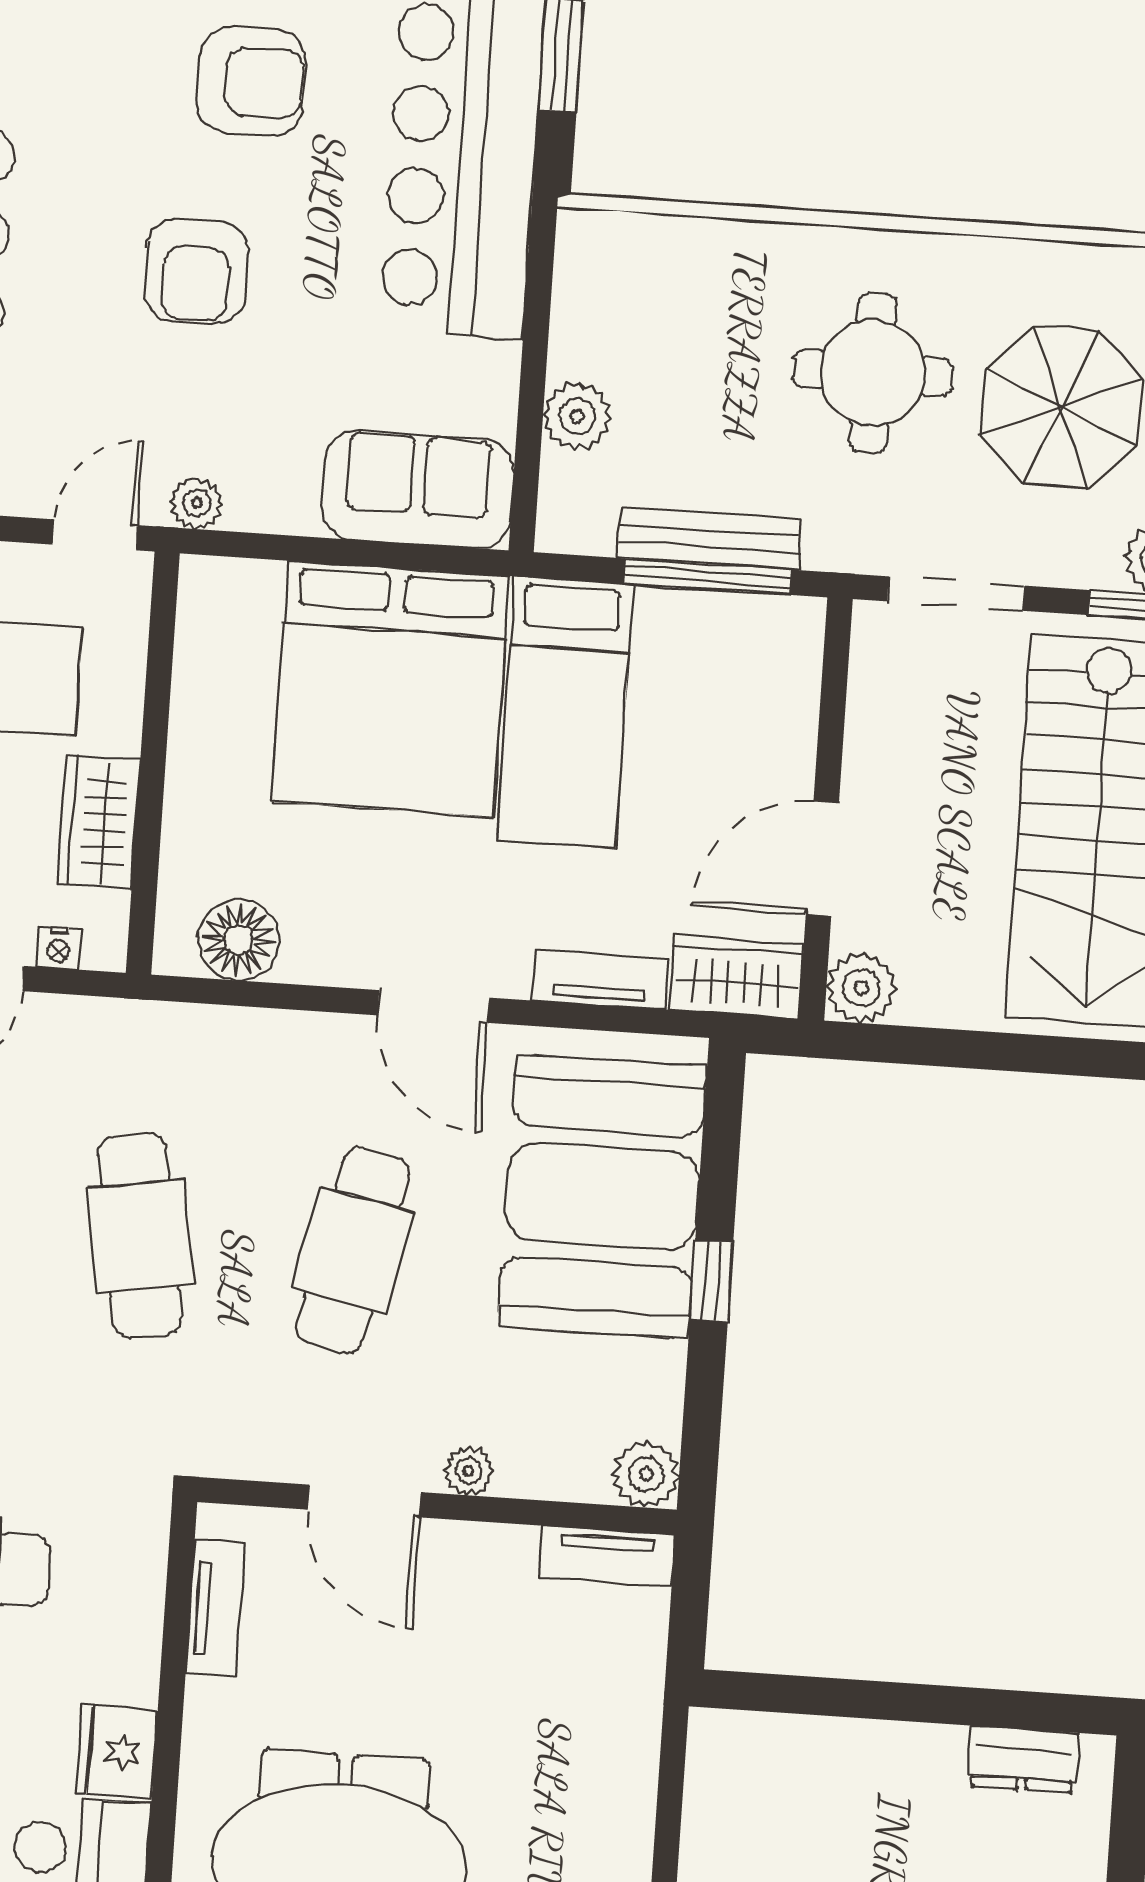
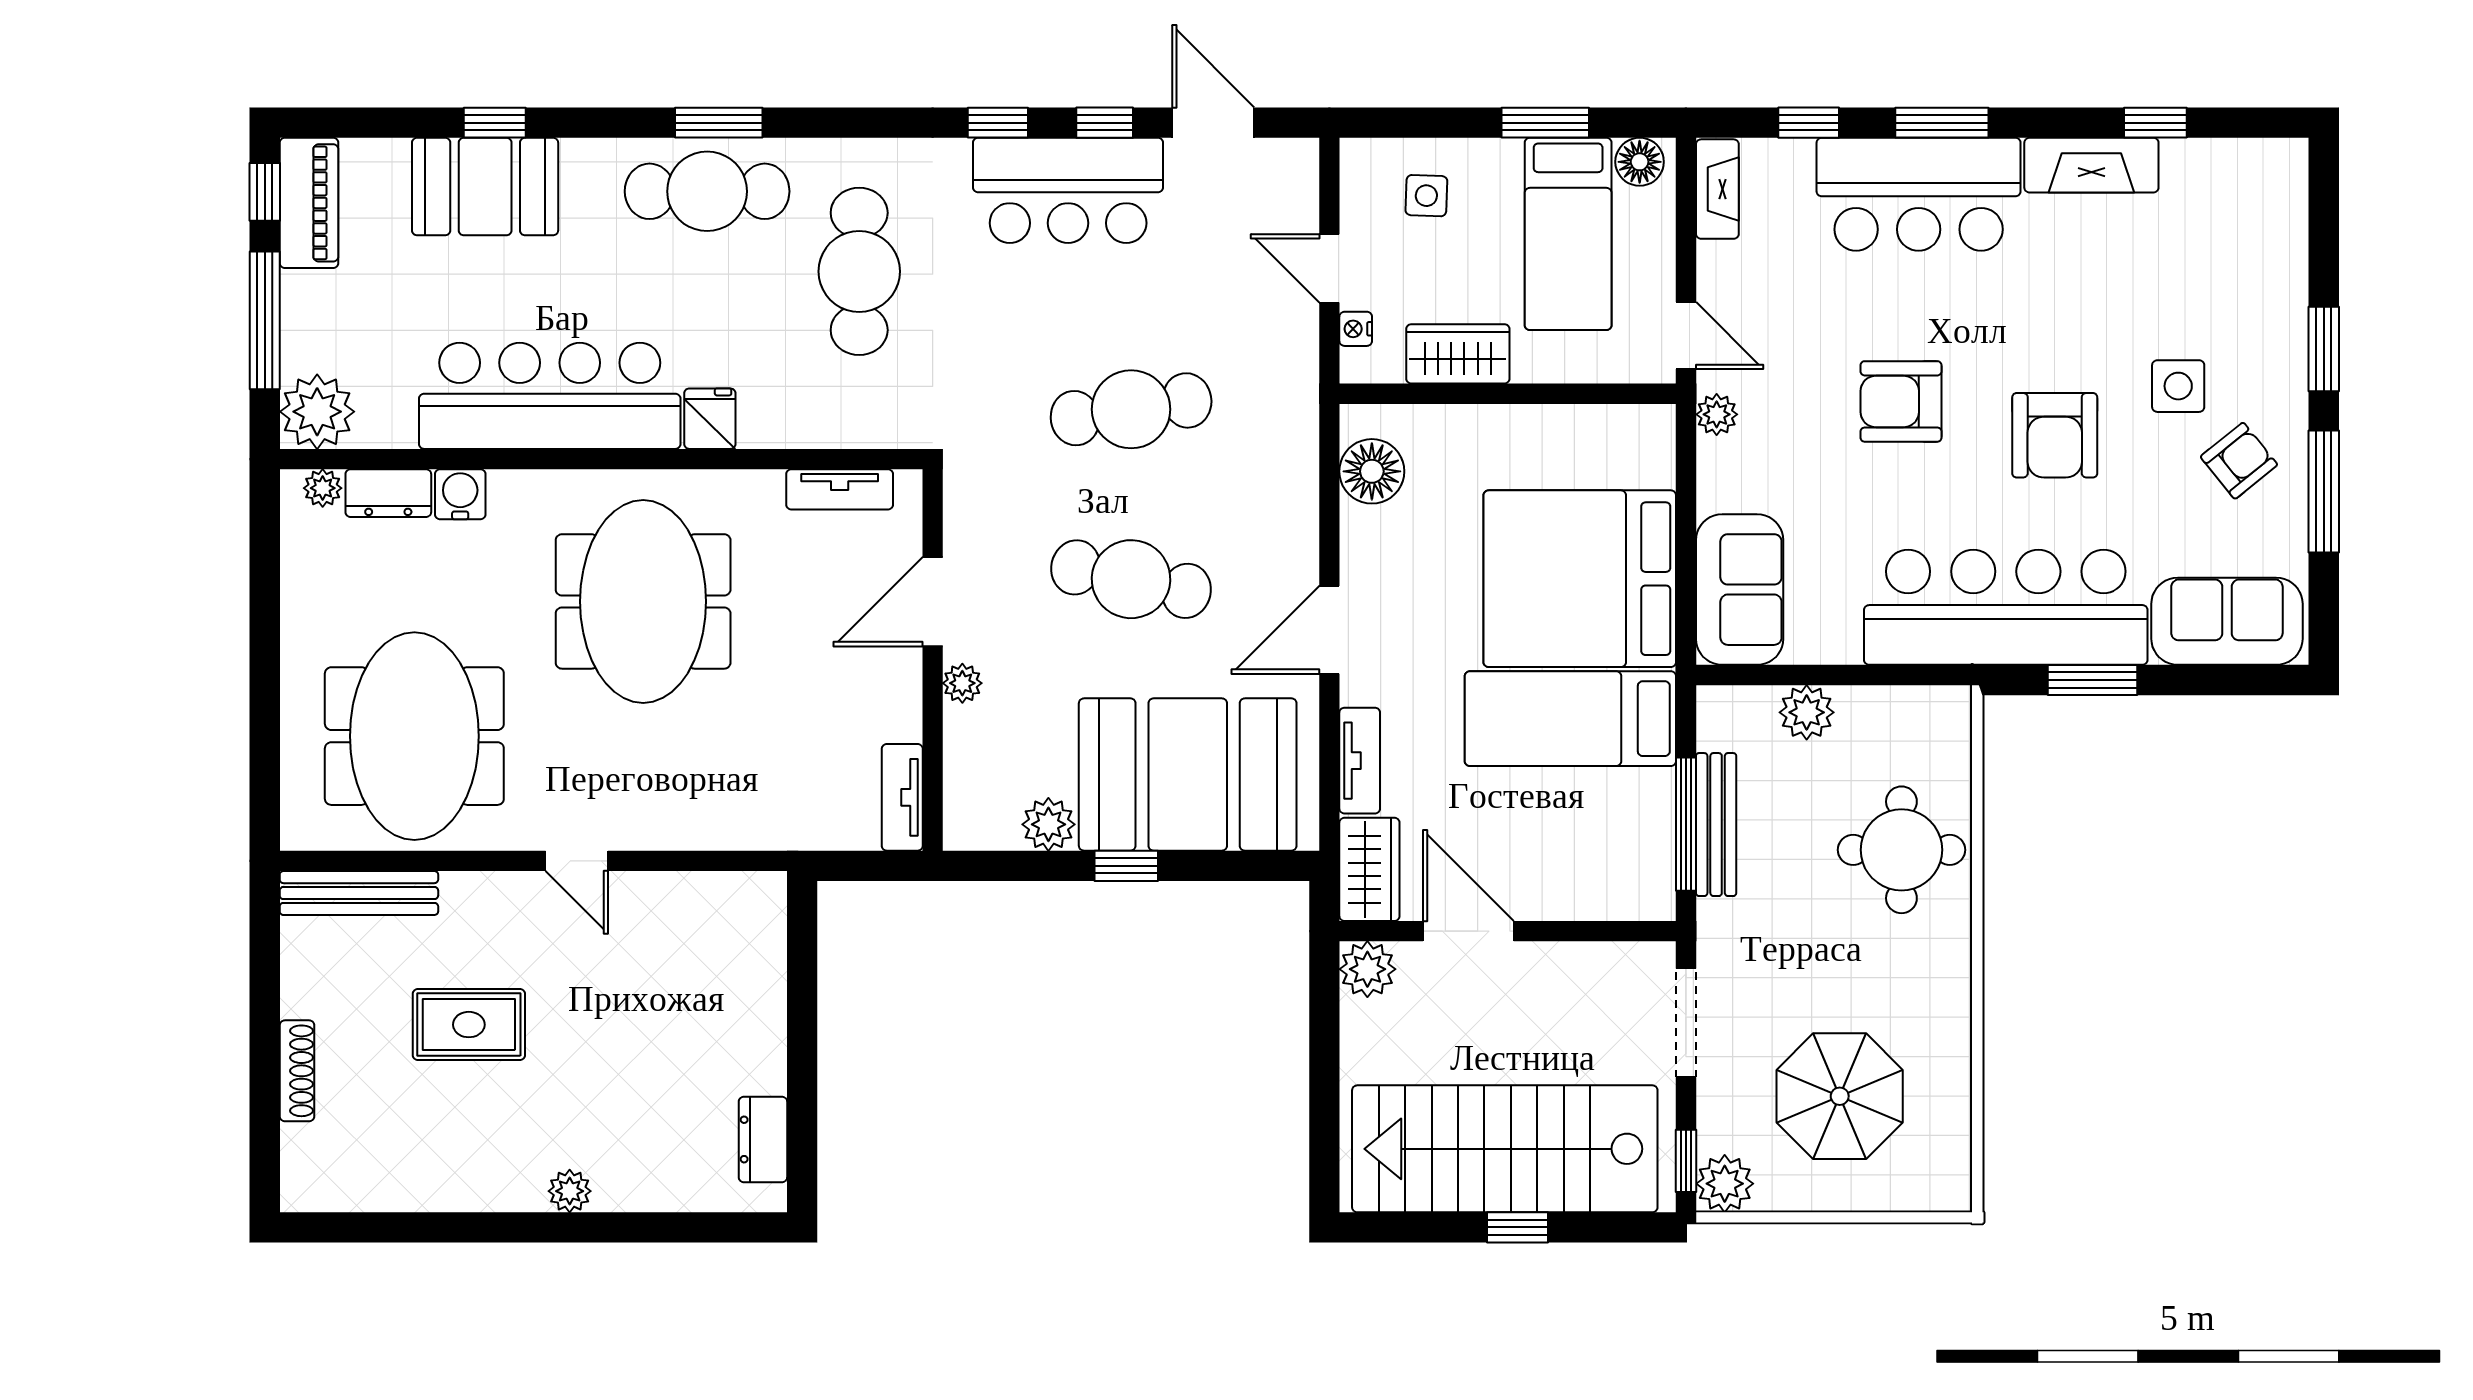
round table: (873, 373) -> (1901, 850), moved
plant: (646, 1474) -> (1048, 824), moved
fridge: (117, 1752) -> (710, 419), width x0.72

